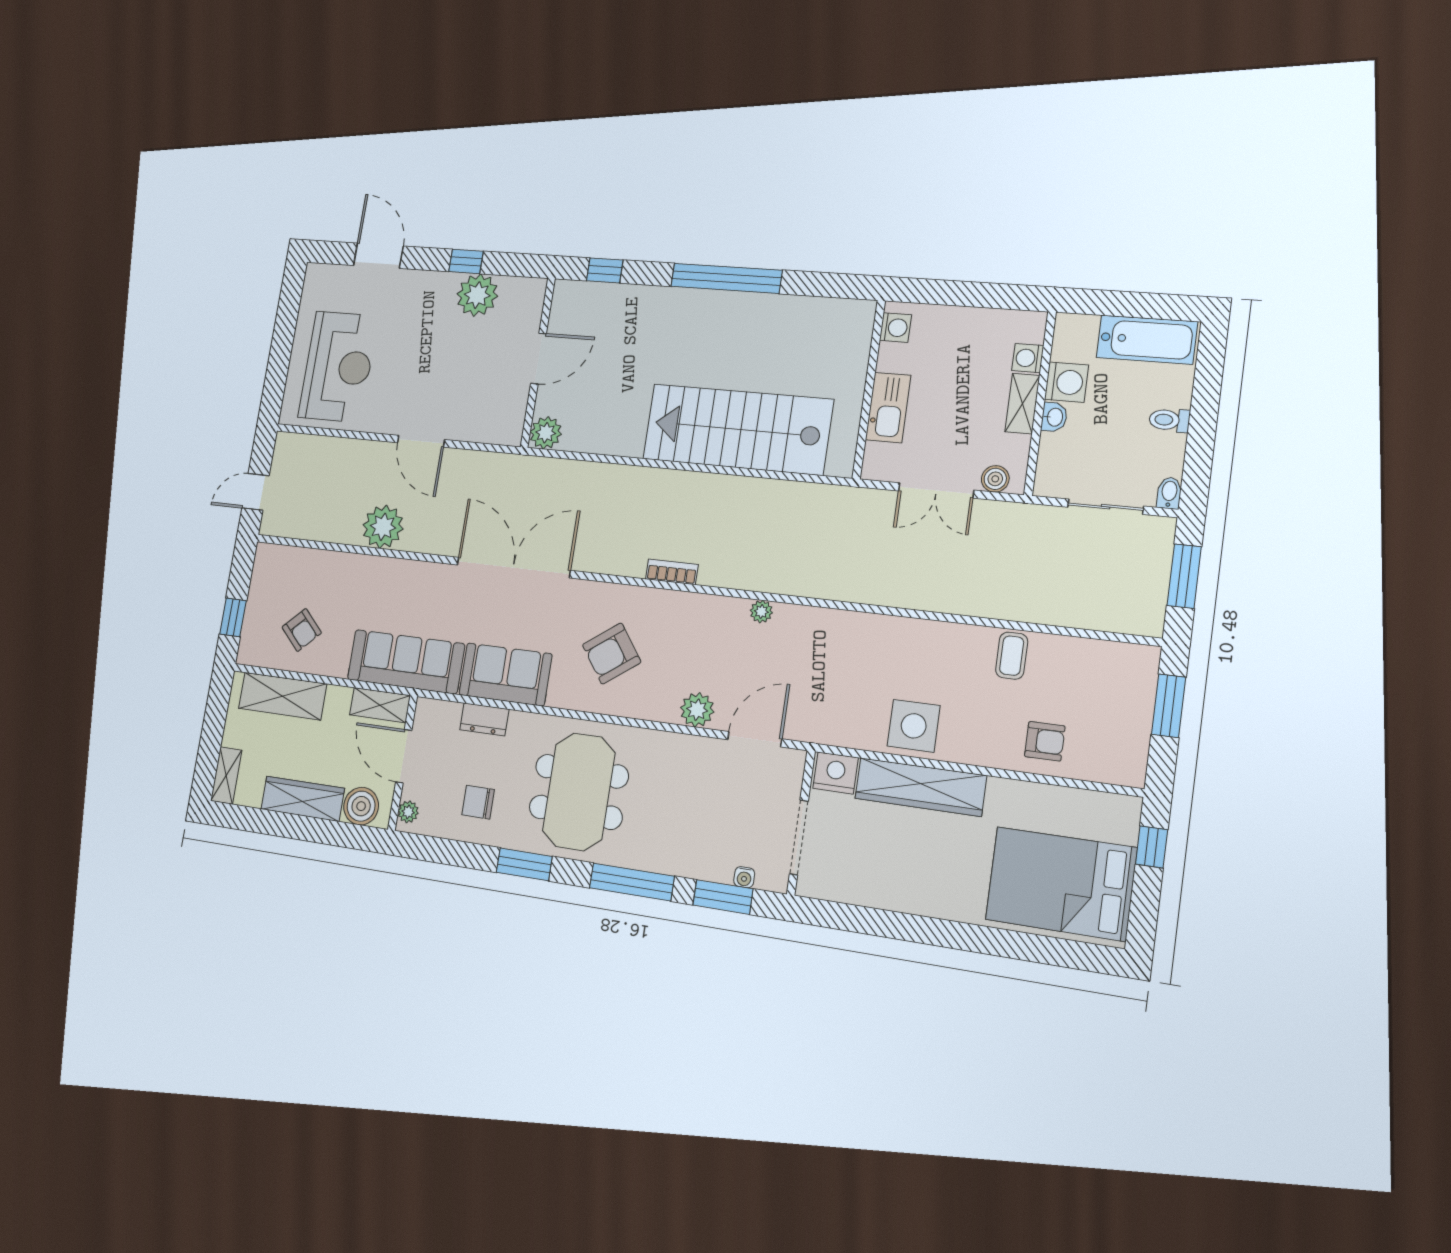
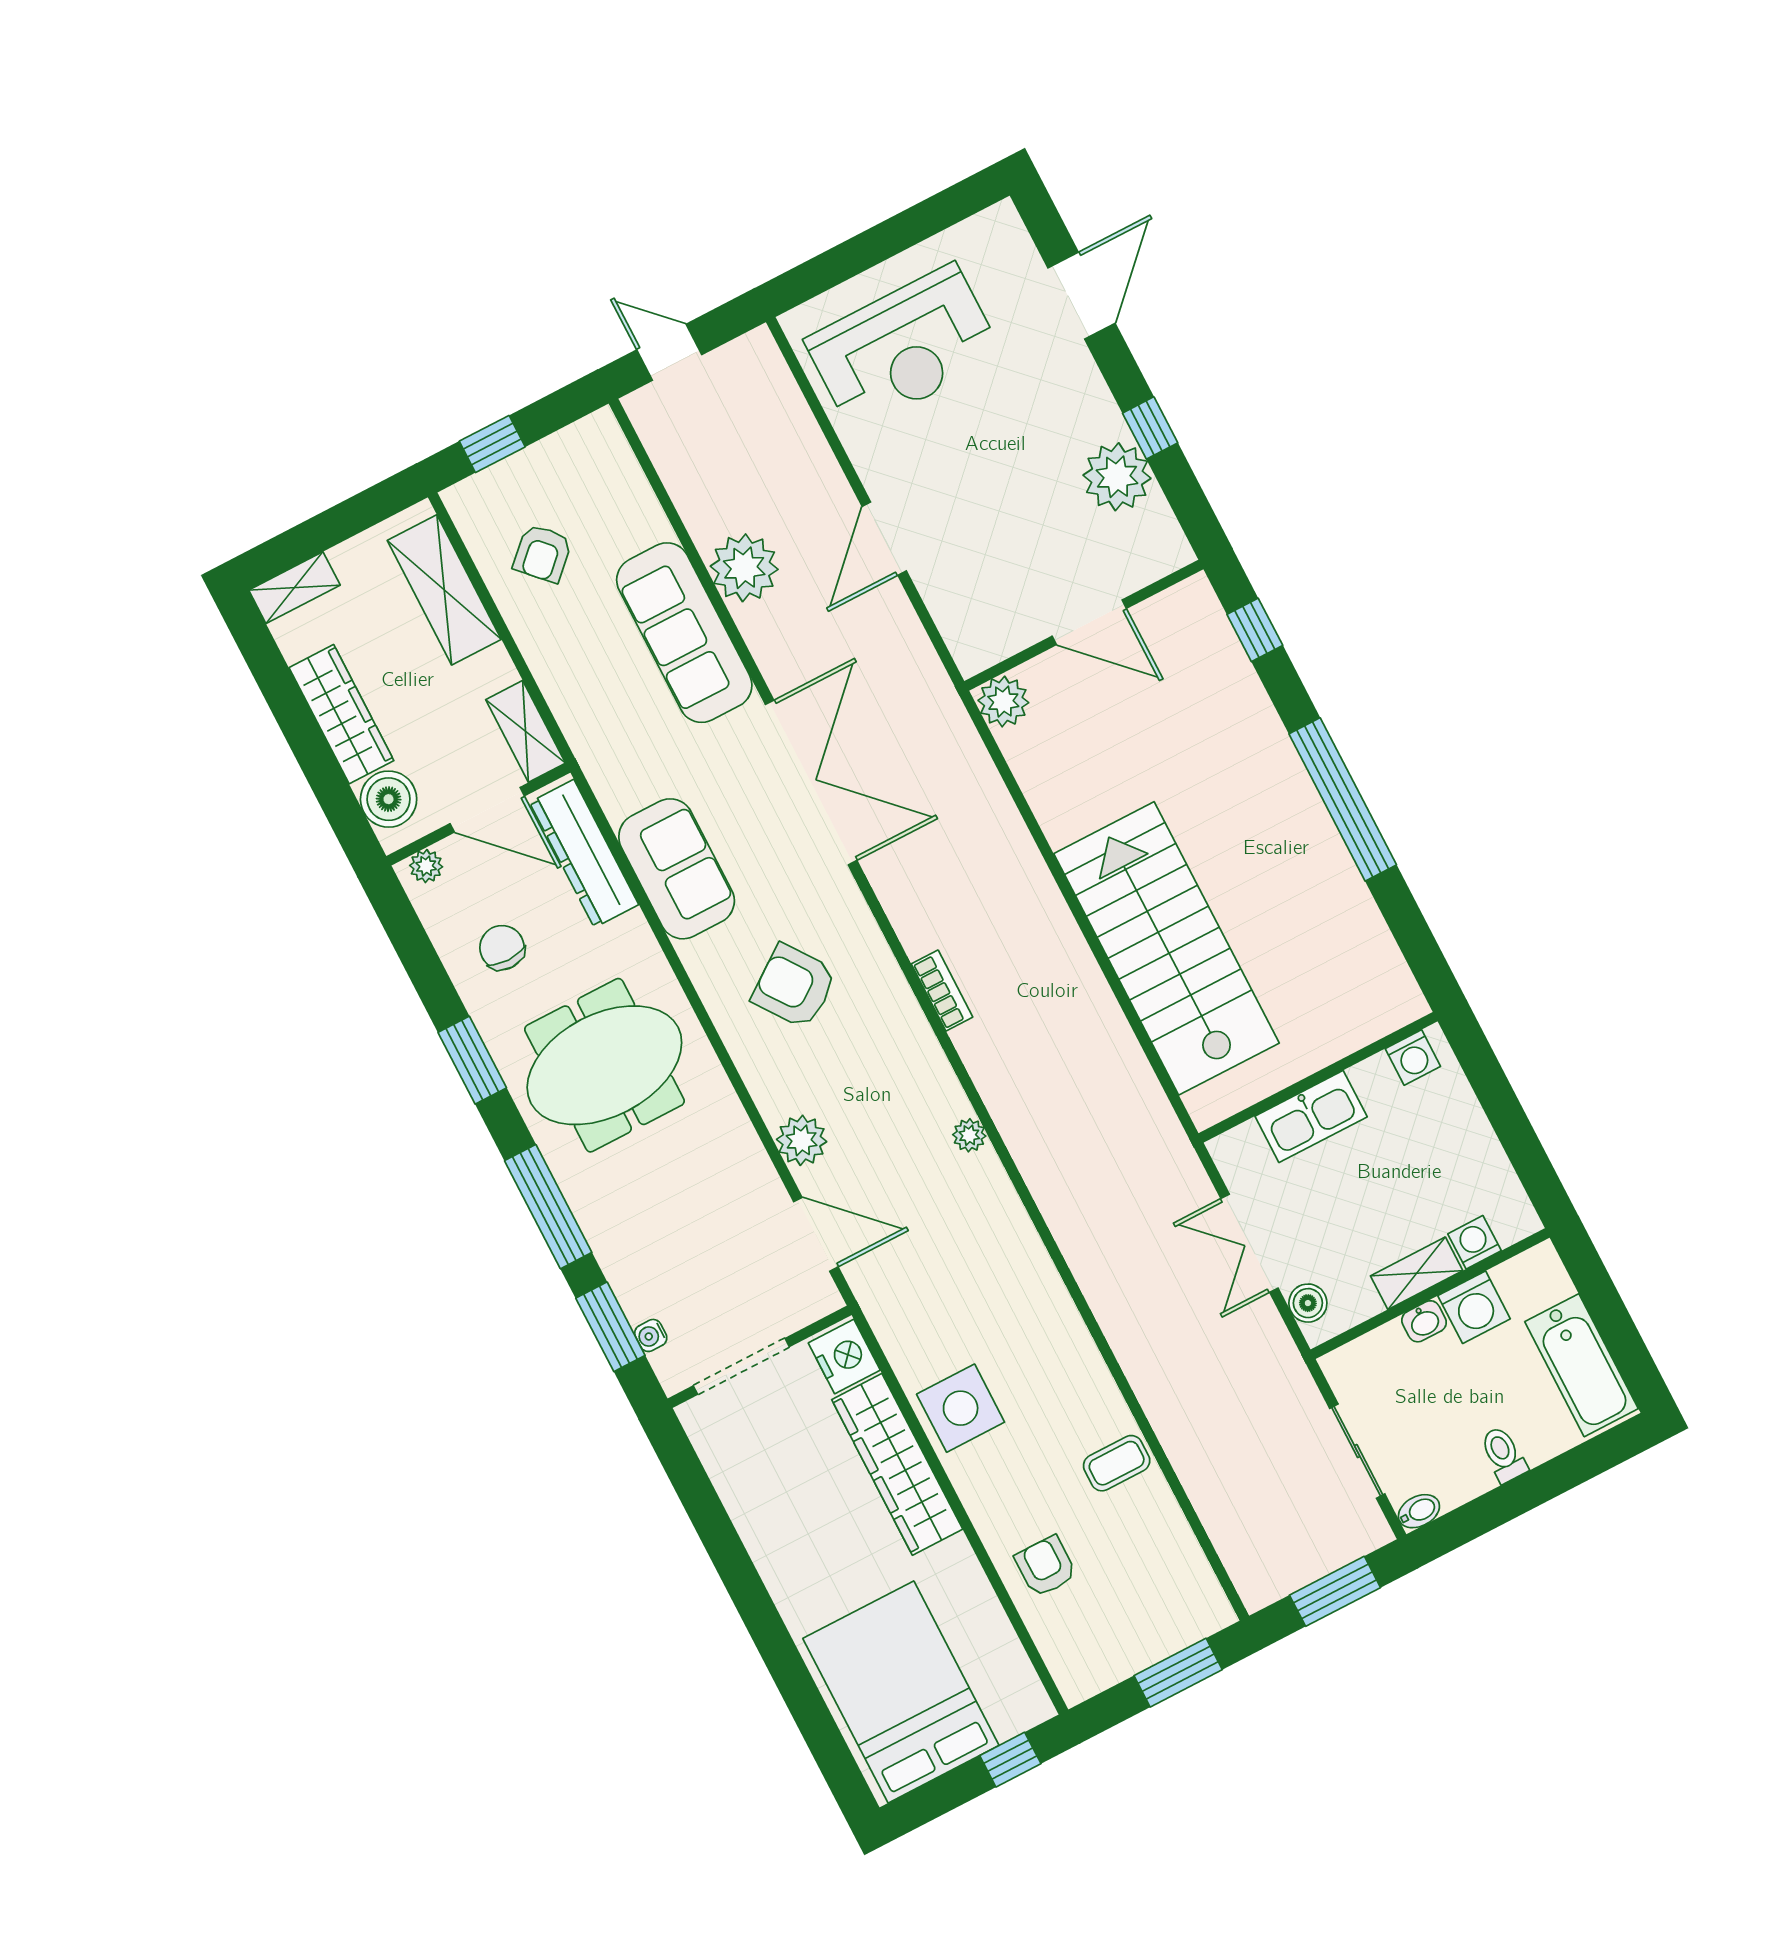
sofa: (406, 662) -> (684, 633), moved, turned 180
dresser: (484, 719) -> (584, 853), width x1.96, depth x1.24
armchair: (1045, 741) -> (1046, 1566), turned 180
door: (404, 756) -> (487, 810), swing flipped

